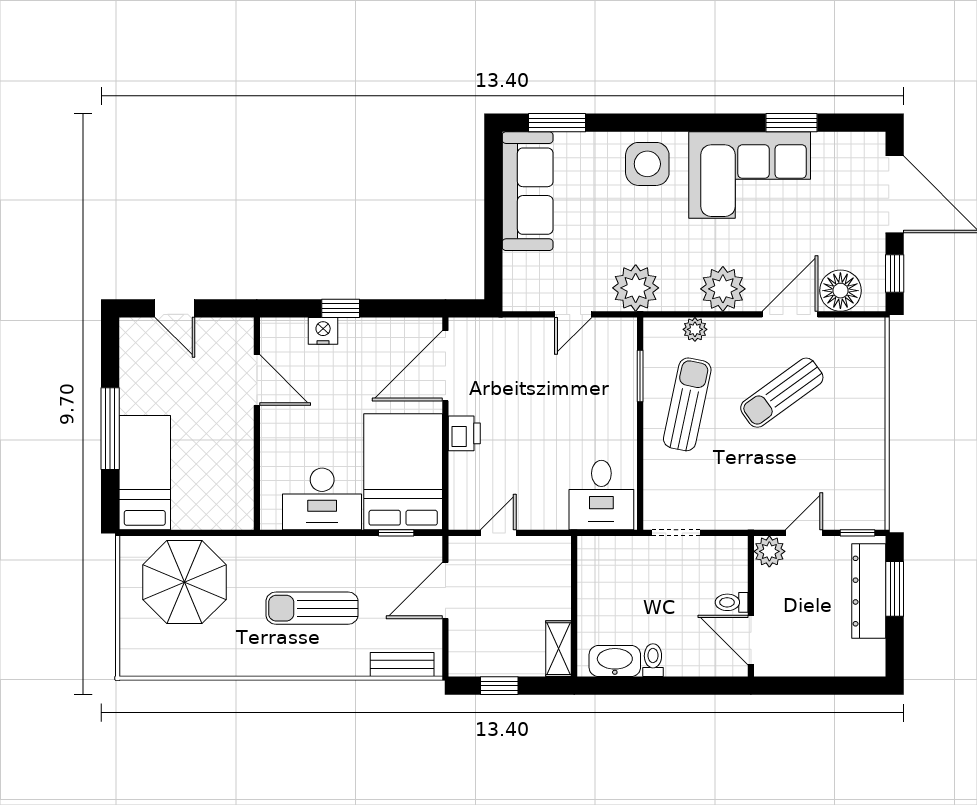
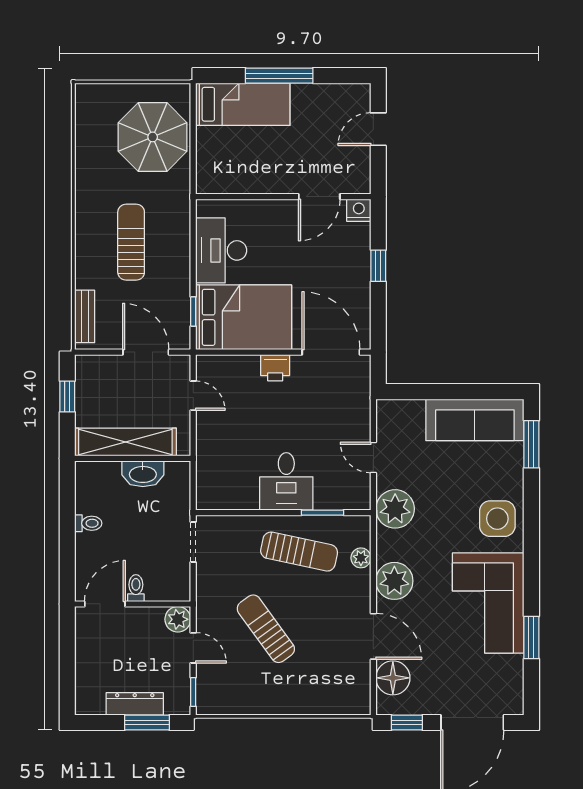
nightstand: (323, 331) -> (359, 210), moved, turned -90
sun lounger: (782, 393) -> (266, 629), moved
desk: (601, 495) -> (286, 481), moved, turned -90
dresser: (869, 591) -> (135, 704), width x0.73, depth x0.80
shelving: (559, 649) -> (125, 442), width x2.20, depth x1.33
washbasin: (615, 661) -> (143, 474), moved, turned 90

